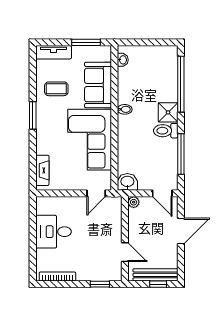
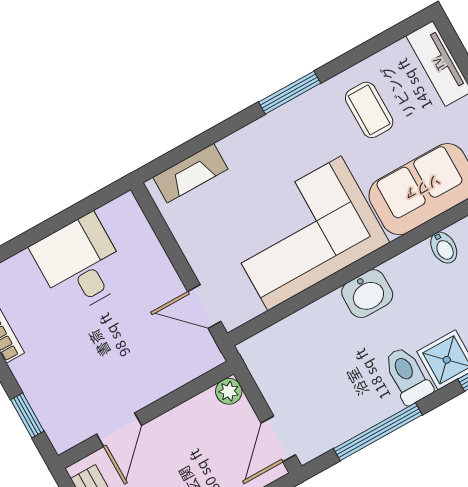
bidet: (125, 109) -> (444, 248), moved
washbasin: (127, 182) -> (367, 294), moved, turned 90

